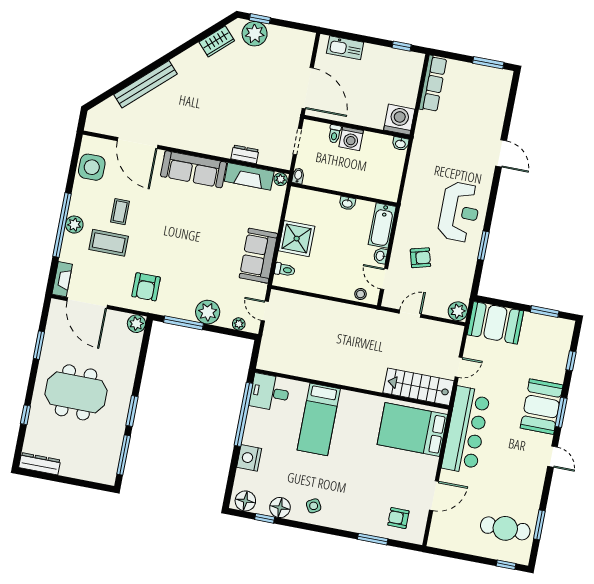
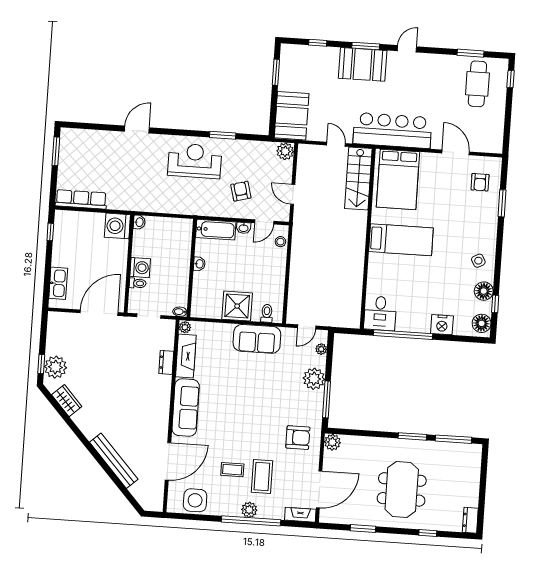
bed: (319, 419) -> (401, 240), moved
dresser: (40, 464) -> (470, 520), width x0.70

